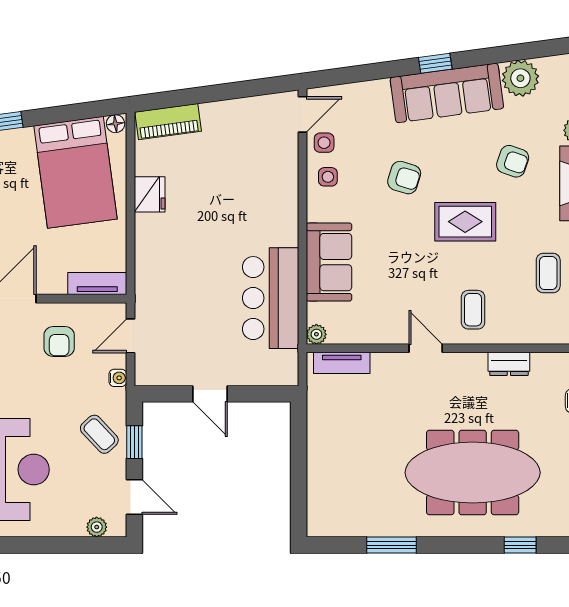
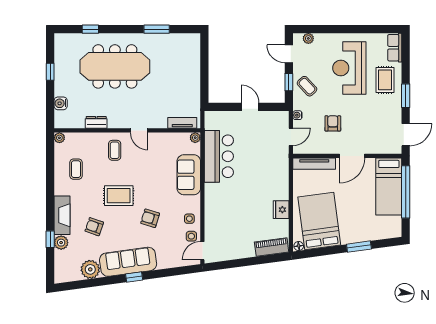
tv unit: (97, 284) -> (314, 164), width x1.41
armchair: (59, 342) -> (333, 123), moved

